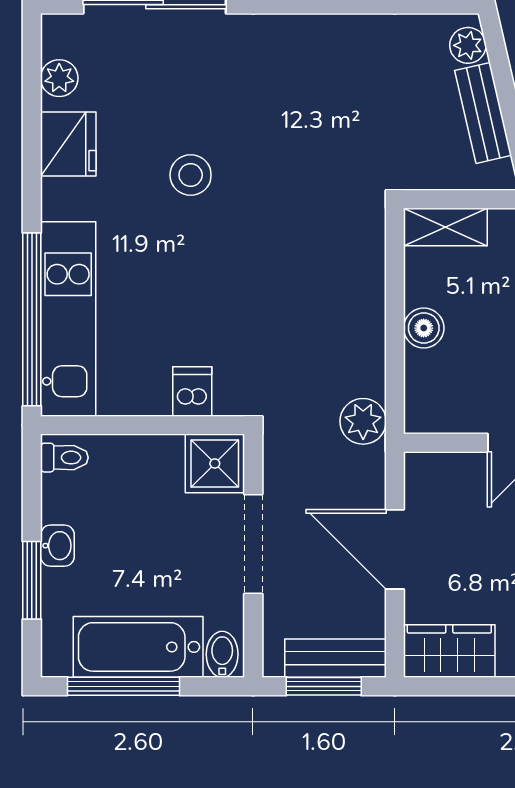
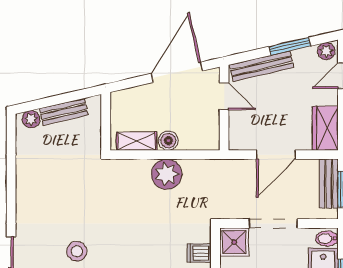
stool: (191, 175) -> (77, 251), moved
shelving: (445, 227) -> (137, 141), moved, turned 90
plant: (363, 421) -> (167, 174), moved, width x1.36, depth x1.36

